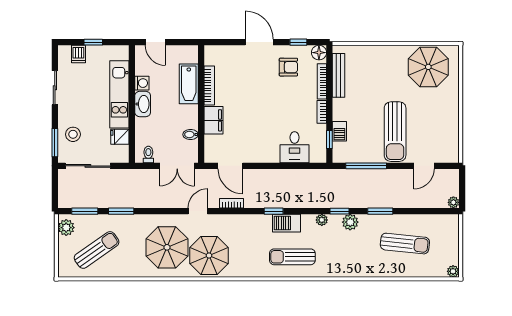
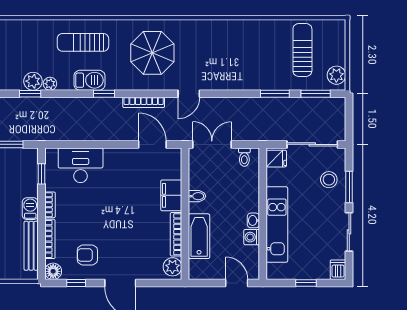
dishwasher: (78, 54) -> (338, 270), moved
plant: (212, 57) -> (172, 267), added
washbasin: (143, 104) -> (253, 220), width x0.52, depth x0.69
barbecue: (339, 131) -> (30, 209), moved
bidet: (191, 134) -> (197, 196), moved
fridge: (120, 137) -> (276, 159), moved
window: (55, 143) -> (349, 187), moved
desk: (295, 147) -> (81, 165), width x1.37
bookcase: (232, 203) -> (144, 102), width x1.56
plant: (350, 222) -> (33, 81), moved
parasol: (167, 247) -> (223, 53), removed
sun lounger: (97, 250) -> (302, 50), turned 125
parasol: (209, 255) -> (152, 53), moved
sun lounger: (292, 257) -> (83, 42), turned 180

